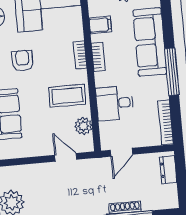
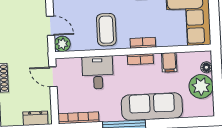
plant: (83, 126) -> (62, 44), moved
door: (66, 157) -> (50, 26), hinge flipped

